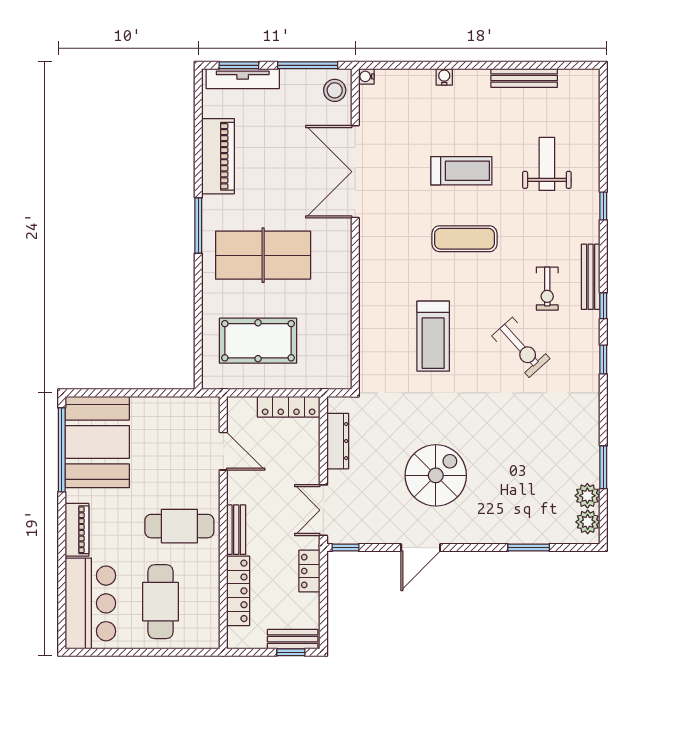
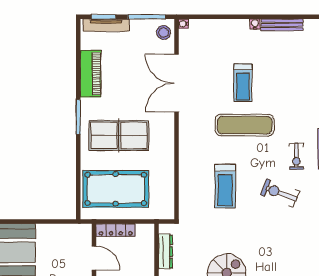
water cooler: (444, 77) -> (255, 24), moved
weight bench: (547, 164) -> (296, 78), removed
treadmill: (461, 171) -> (243, 83), turned 90
exercise mat: (464, 239) -> (245, 125), width x1.36, depth x1.45
pool table: (258, 341) -> (116, 189), width x1.36, depth x1.32
exercise bike: (521, 347) -> (280, 193), turned 153
locker: (289, 407) -> (116, 230), moved

